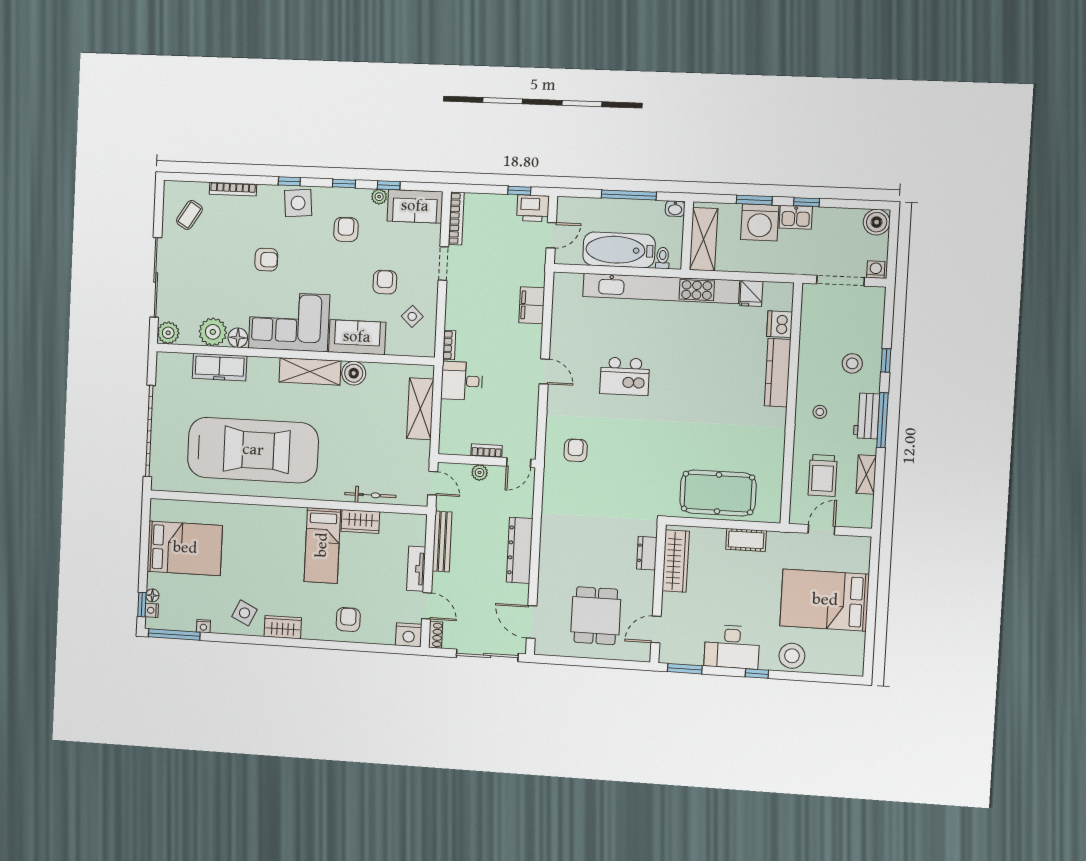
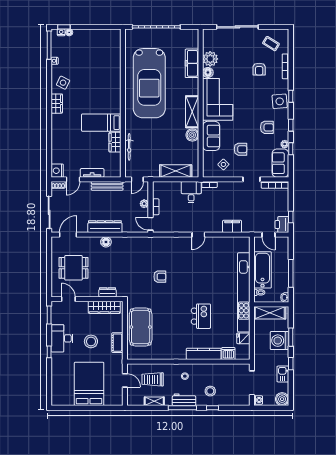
kitchen sink: (796, 217) -> (283, 374), moved
armchair: (266, 260) -> (259, 69), moved
plant: (168, 333) -> (209, 35), removed
kitchen island: (625, 376) -> (201, 316), moved, turned 180
armchair: (576, 450) -> (160, 277), moved
bed: (185, 548) -> (95, 49), removed
floor lamp: (549, 550) -> (106, 242), added
armchair: (348, 620) -> (63, 138), removed
stool: (792, 656) -> (91, 341), moved

